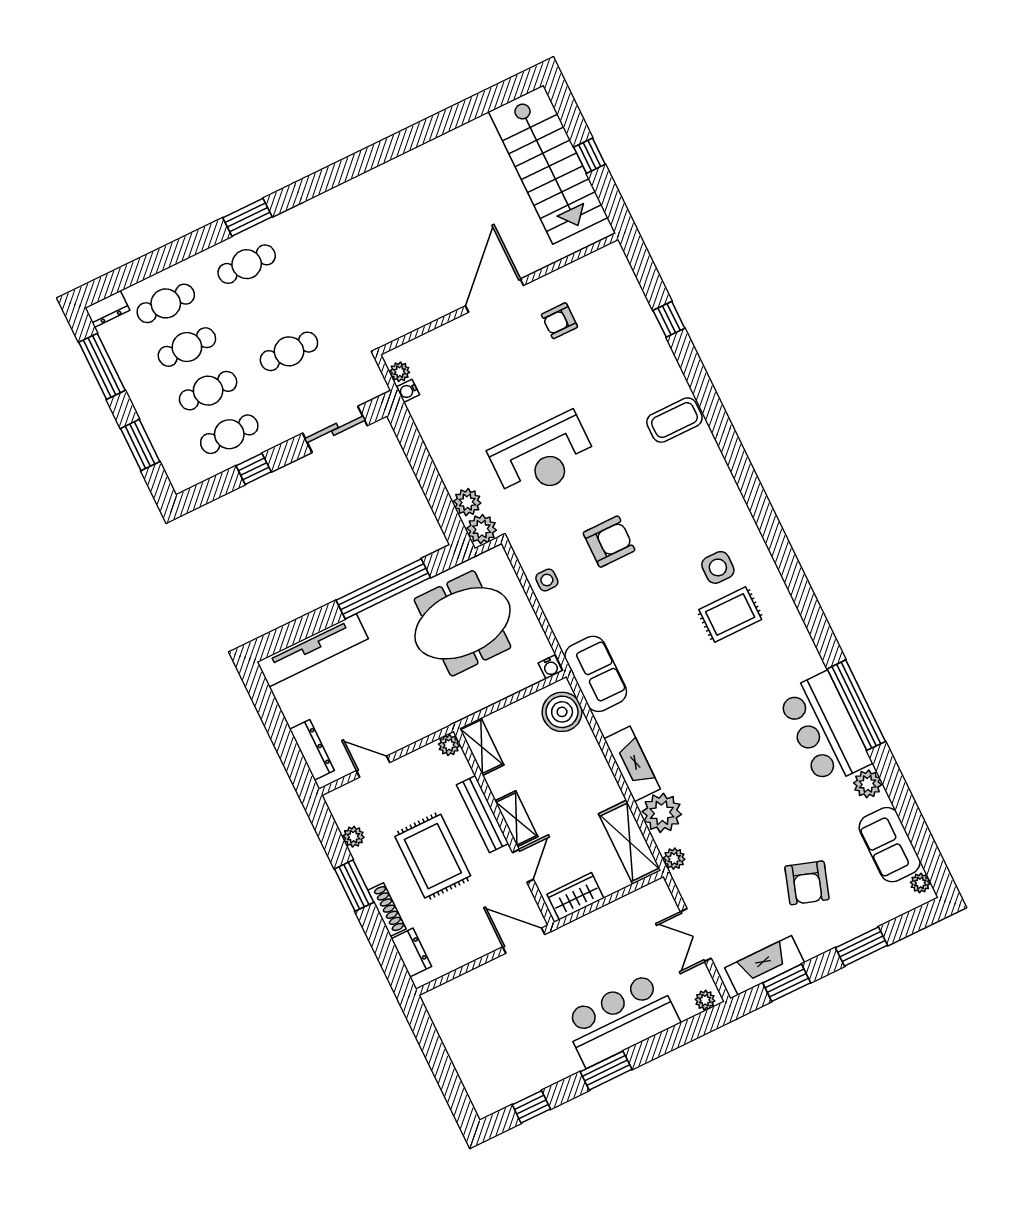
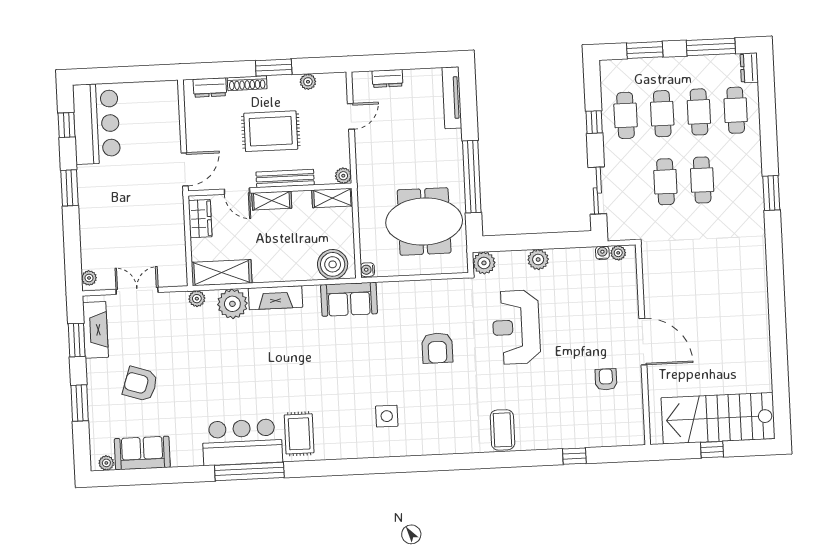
cafe table: (247, 264) -> (702, 180), moved
plant: (467, 502) -> (538, 259), moved
side table: (547, 580) -> (429, 293), removed
rug: (730, 614) -> (299, 434), moved
meeting table: (462, 623) -> (424, 221), turned 90
tv unit: (313, 650) -> (452, 98), width x0.73, depth x0.78
dresser: (312, 750) -> (387, 78), width x0.70
plant: (868, 784) -> (191, 456), removed
bar counter: (621, 1019) -> (96, 124), moved

